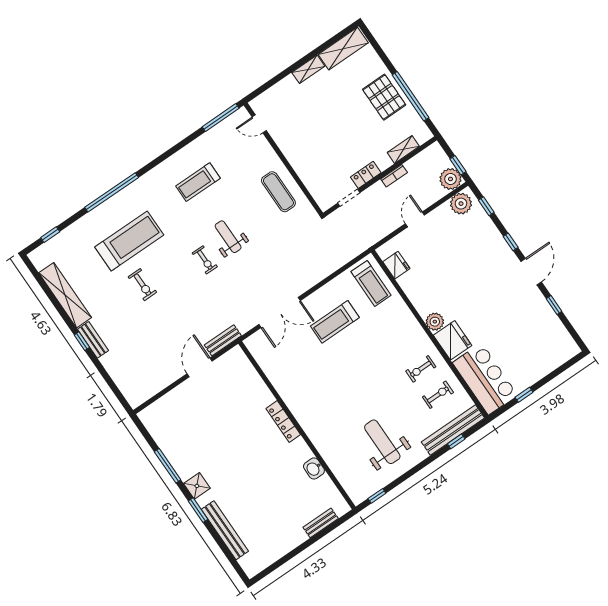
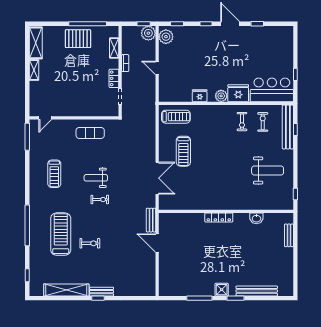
fridge: (396, 265) -> (200, 96), moved
weight bench: (382, 442) -> (268, 170), turned 180

